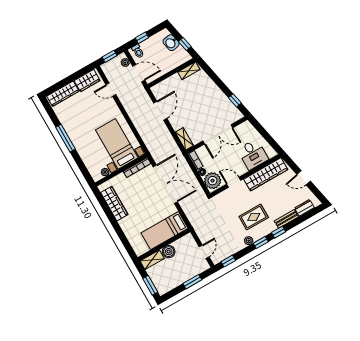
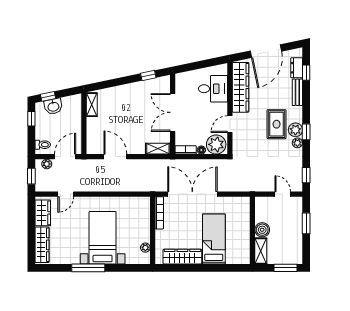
window: (142, 38) -> (31, 119), moved
window: (185, 44) -> (48, 96), moved
double door: (218, 134) -> (173, 112), swing flipped
bed with nightstands: (117, 144) -> (103, 238), moved, turned 90
door: (304, 178) -> (266, 51), width x1.88
bed: (165, 231) -> (214, 239), moved, turned 180
window: (279, 232) -> (306, 73), moved
plant: (258, 234) -> (295, 130), added

